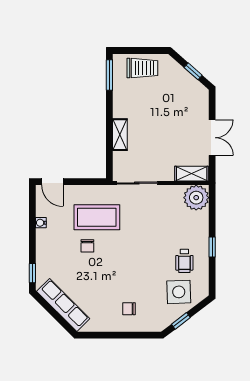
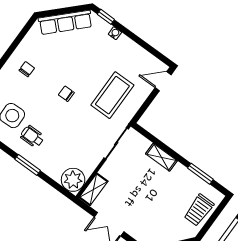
window: (109, 75) -> (200, 174), moved
water cooler: (41, 223) -> (115, 33), moved
chair: (87, 246) -> (66, 94), moved
window: (212, 247) -> (28, 165), width x1.50

